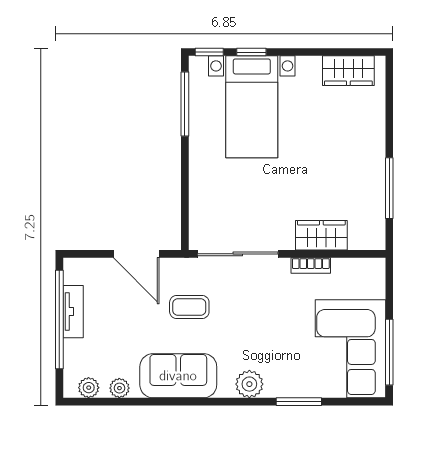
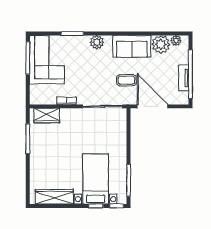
wardrobe: (348, 71) -> (54, 197), width x1.50
wardrobe: (321, 235) -> (47, 116), moved
door: (136, 254) -> (153, 106), width x1.36
plant: (119, 388) -> (161, 44), width x1.87, depth x1.87

